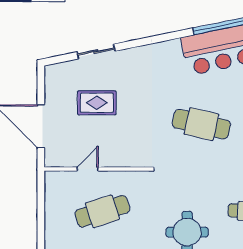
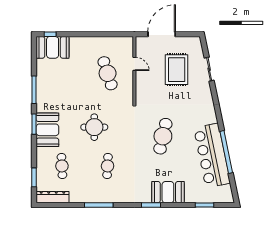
rug: (97, 103) -> (177, 70), width x1.36, depth x1.43

